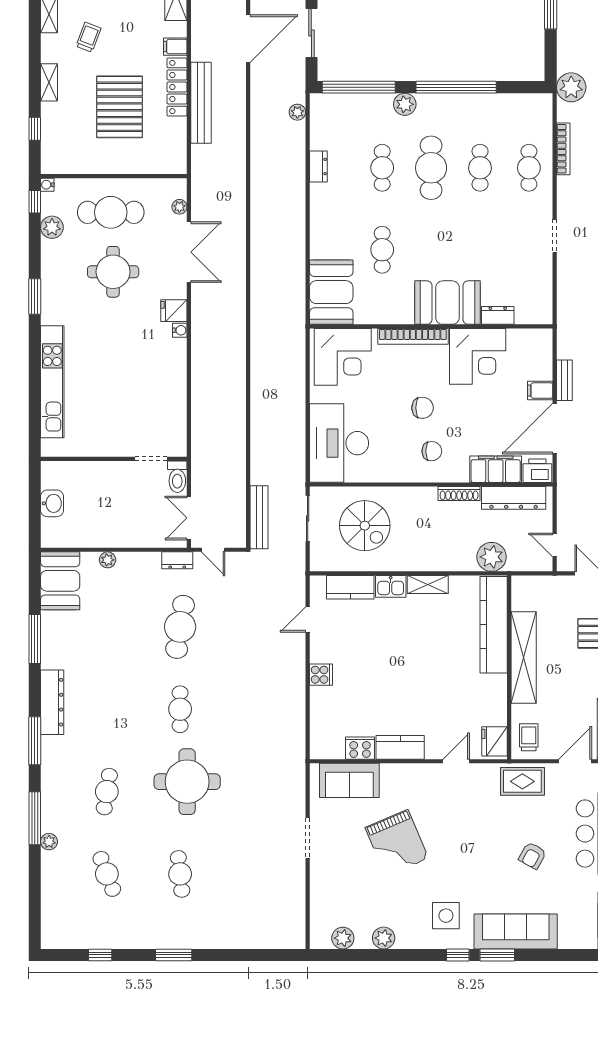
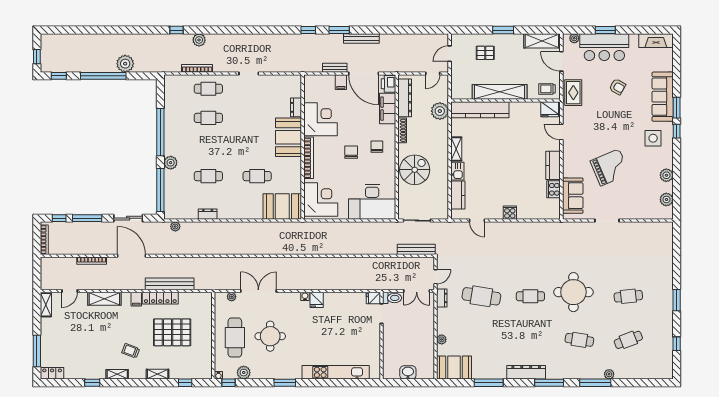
plant: (571, 87) -> (125, 64), moved
cafe table: (431, 168) -> (208, 147), removed
fridge: (174, 311) -> (317, 300), moved
fridge: (177, 445) -> (373, 298), added
spiral stairs: (365, 526) -> (415, 170), moved

